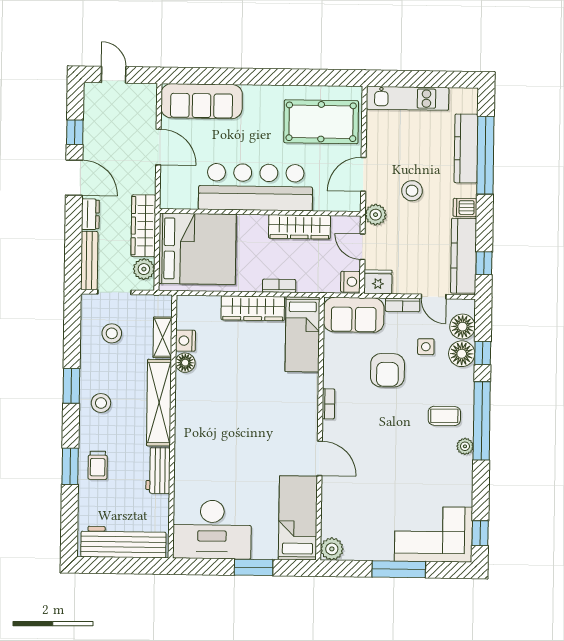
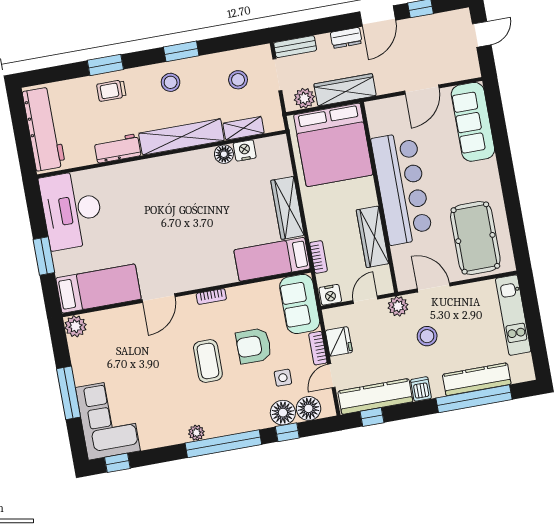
bench: (89, 260) -> (295, 47), width x0.73
fridge: (378, 282) -> (339, 341), moved
bookcase: (279, 286) -> (318, 257), moved
coffee table: (444, 416) -> (208, 361), moved, width x1.36, depth x1.30

